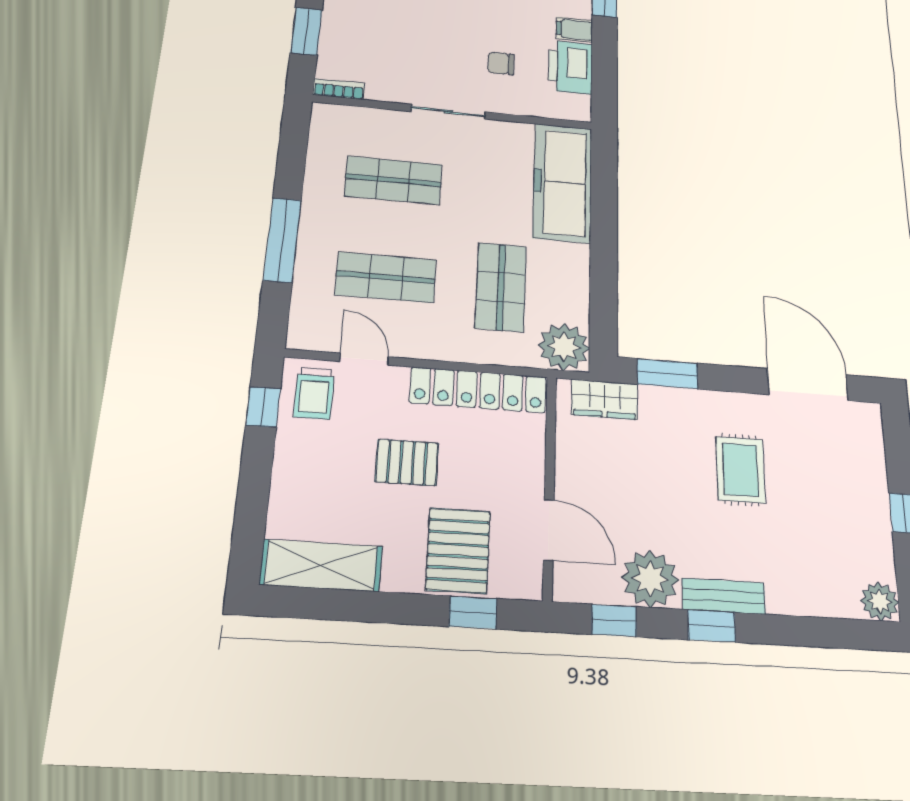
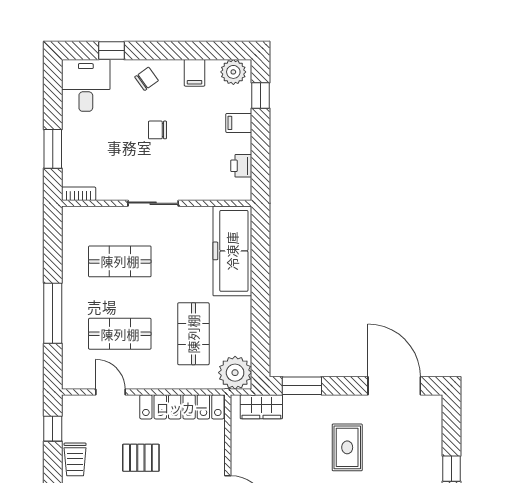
chair: (501, 63) -> (157, 130), moved
printer: (570, 67) -> (241, 166), width x0.53, depth x0.68
trolley: (314, 393) -> (75, 459), moved

